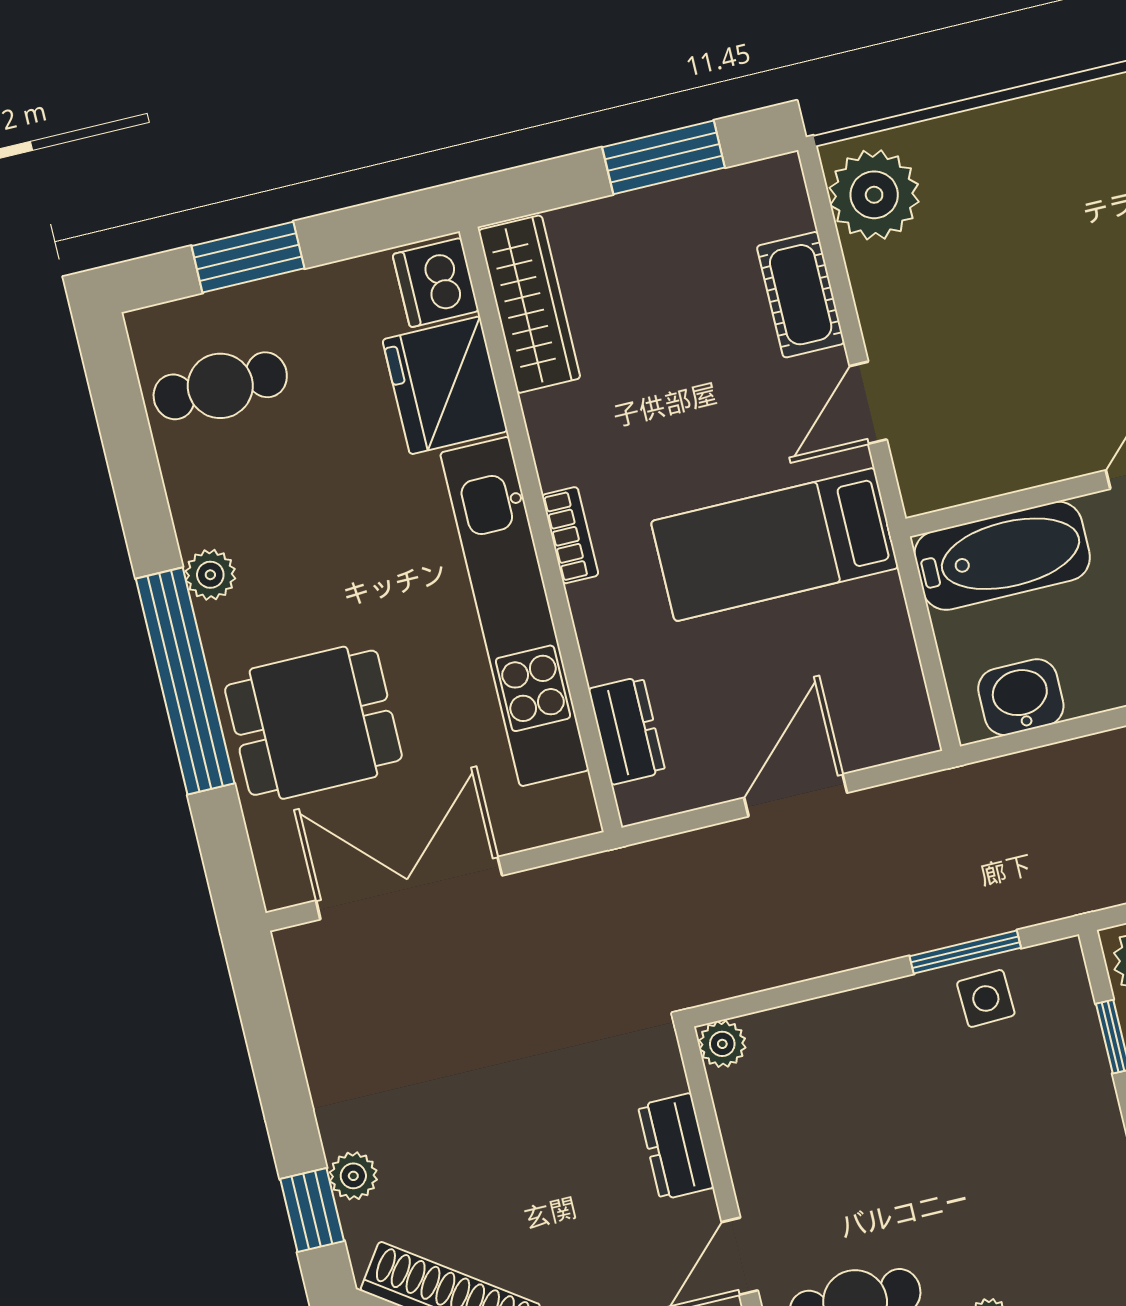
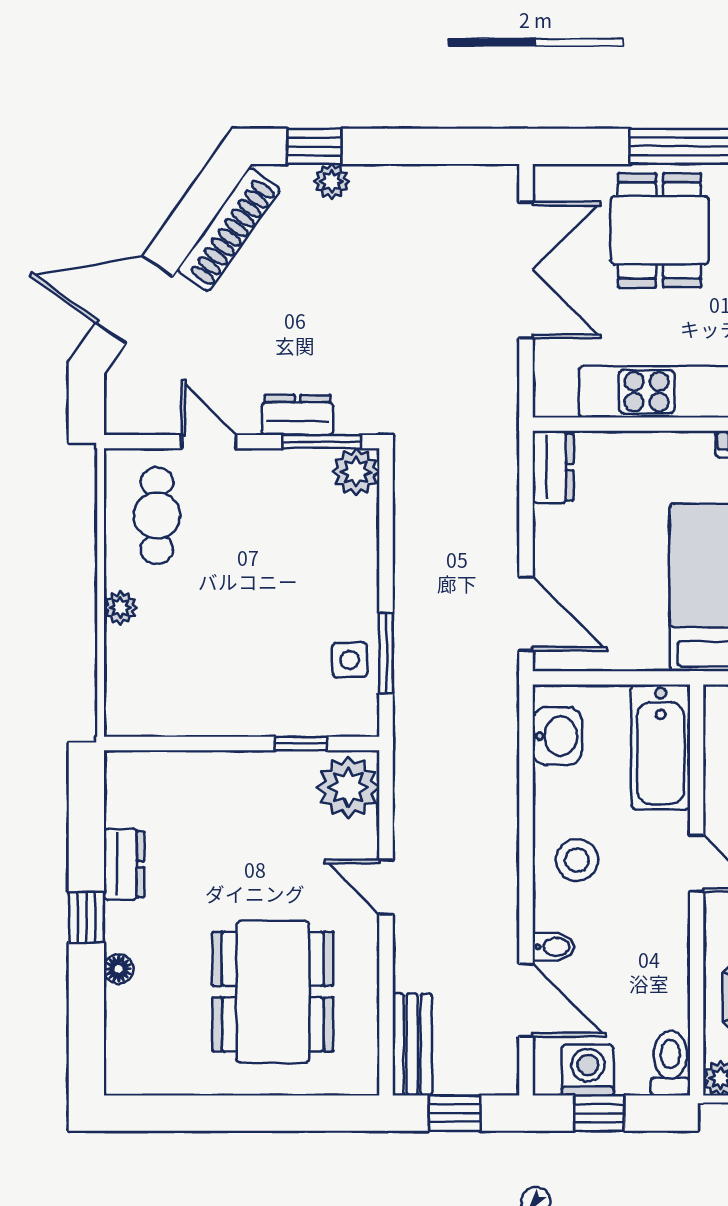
dresser: (627, 730) -> (553, 467), moved, turned -90
door: (796, 795) -> (526, 614), moved
plant: (722, 1044) -> (356, 472), width x1.38, depth x1.38
window: (704, 1106) -> (321, 442), added

